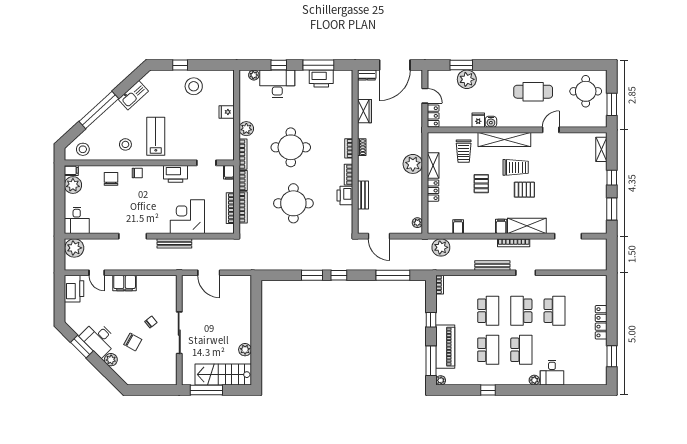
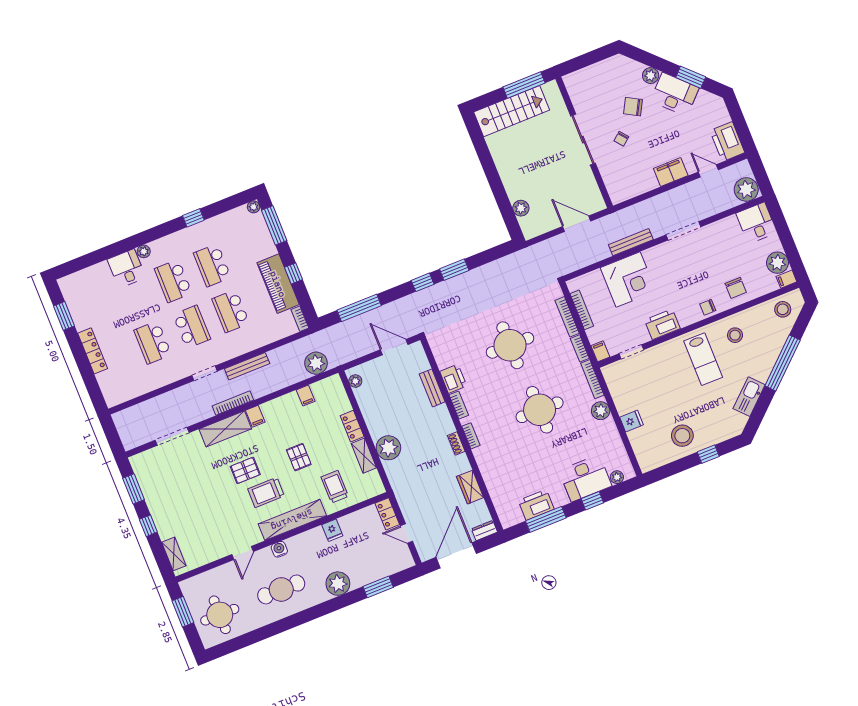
plant: (467, 79) -> (338, 584), moved
water cooler: (491, 122) -> (279, 549), moved
piano: (445, 347) -> (278, 284), moved
plant: (245, 350) -> (521, 208), moved

